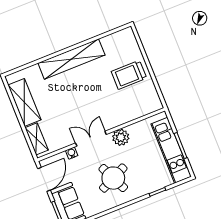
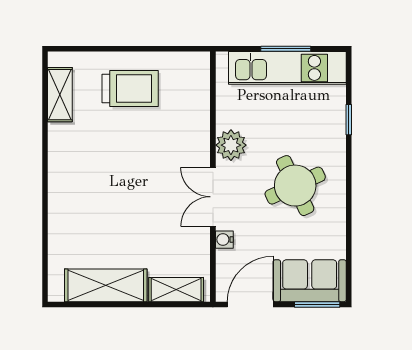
shelving: (71, 59) -> (60, 95), moved, width x0.45, depth x0.75
trolley: (129, 75) -> (130, 88), turned -90
door: (44, 179) -> (250, 304), hinge flipped

